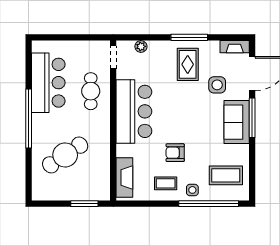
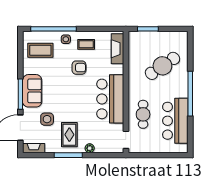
plant: (141, 46) -> (90, 148), moved

